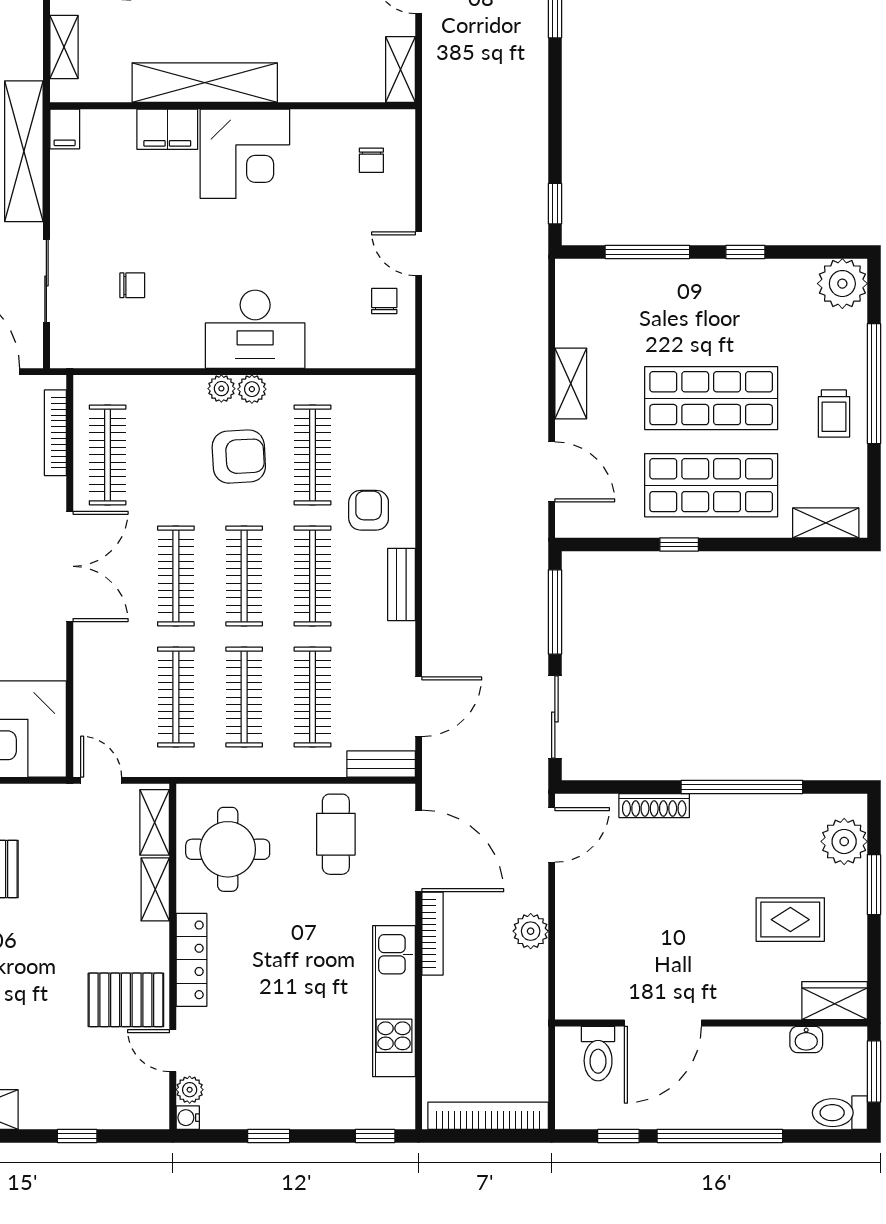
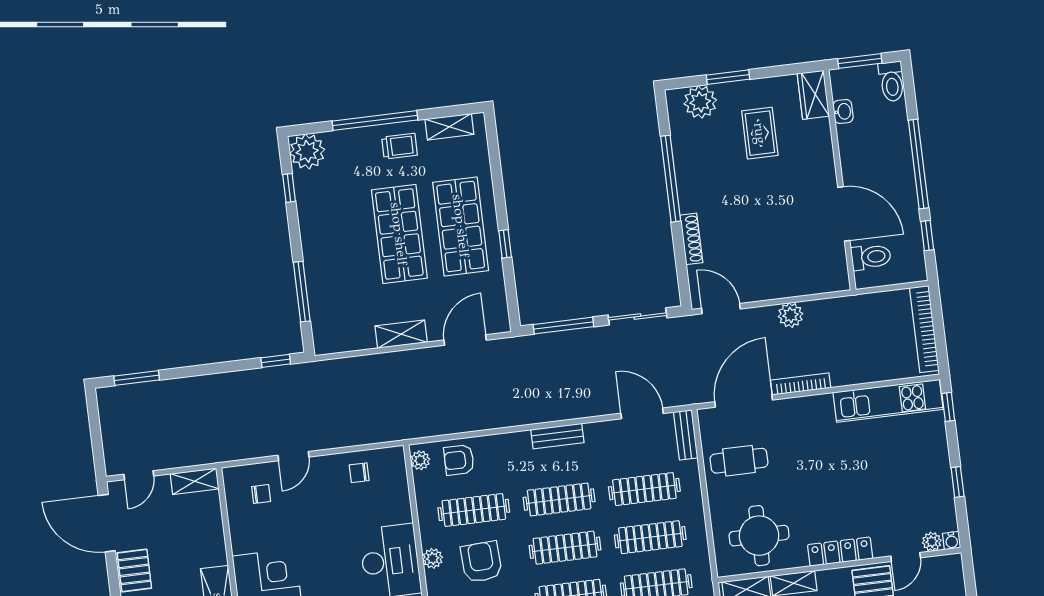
window: (745, 252) -> (289, 188), moved
door: (419, 254) -> (293, 456), moved
plant: (221, 389) -> (420, 460), moved
armchair: (369, 510) -> (459, 460), moved
shelving: (826, 523) -> (449, 127), moved, turned 90
kitchen unit: (394, 1001) -> (888, 401), moved

